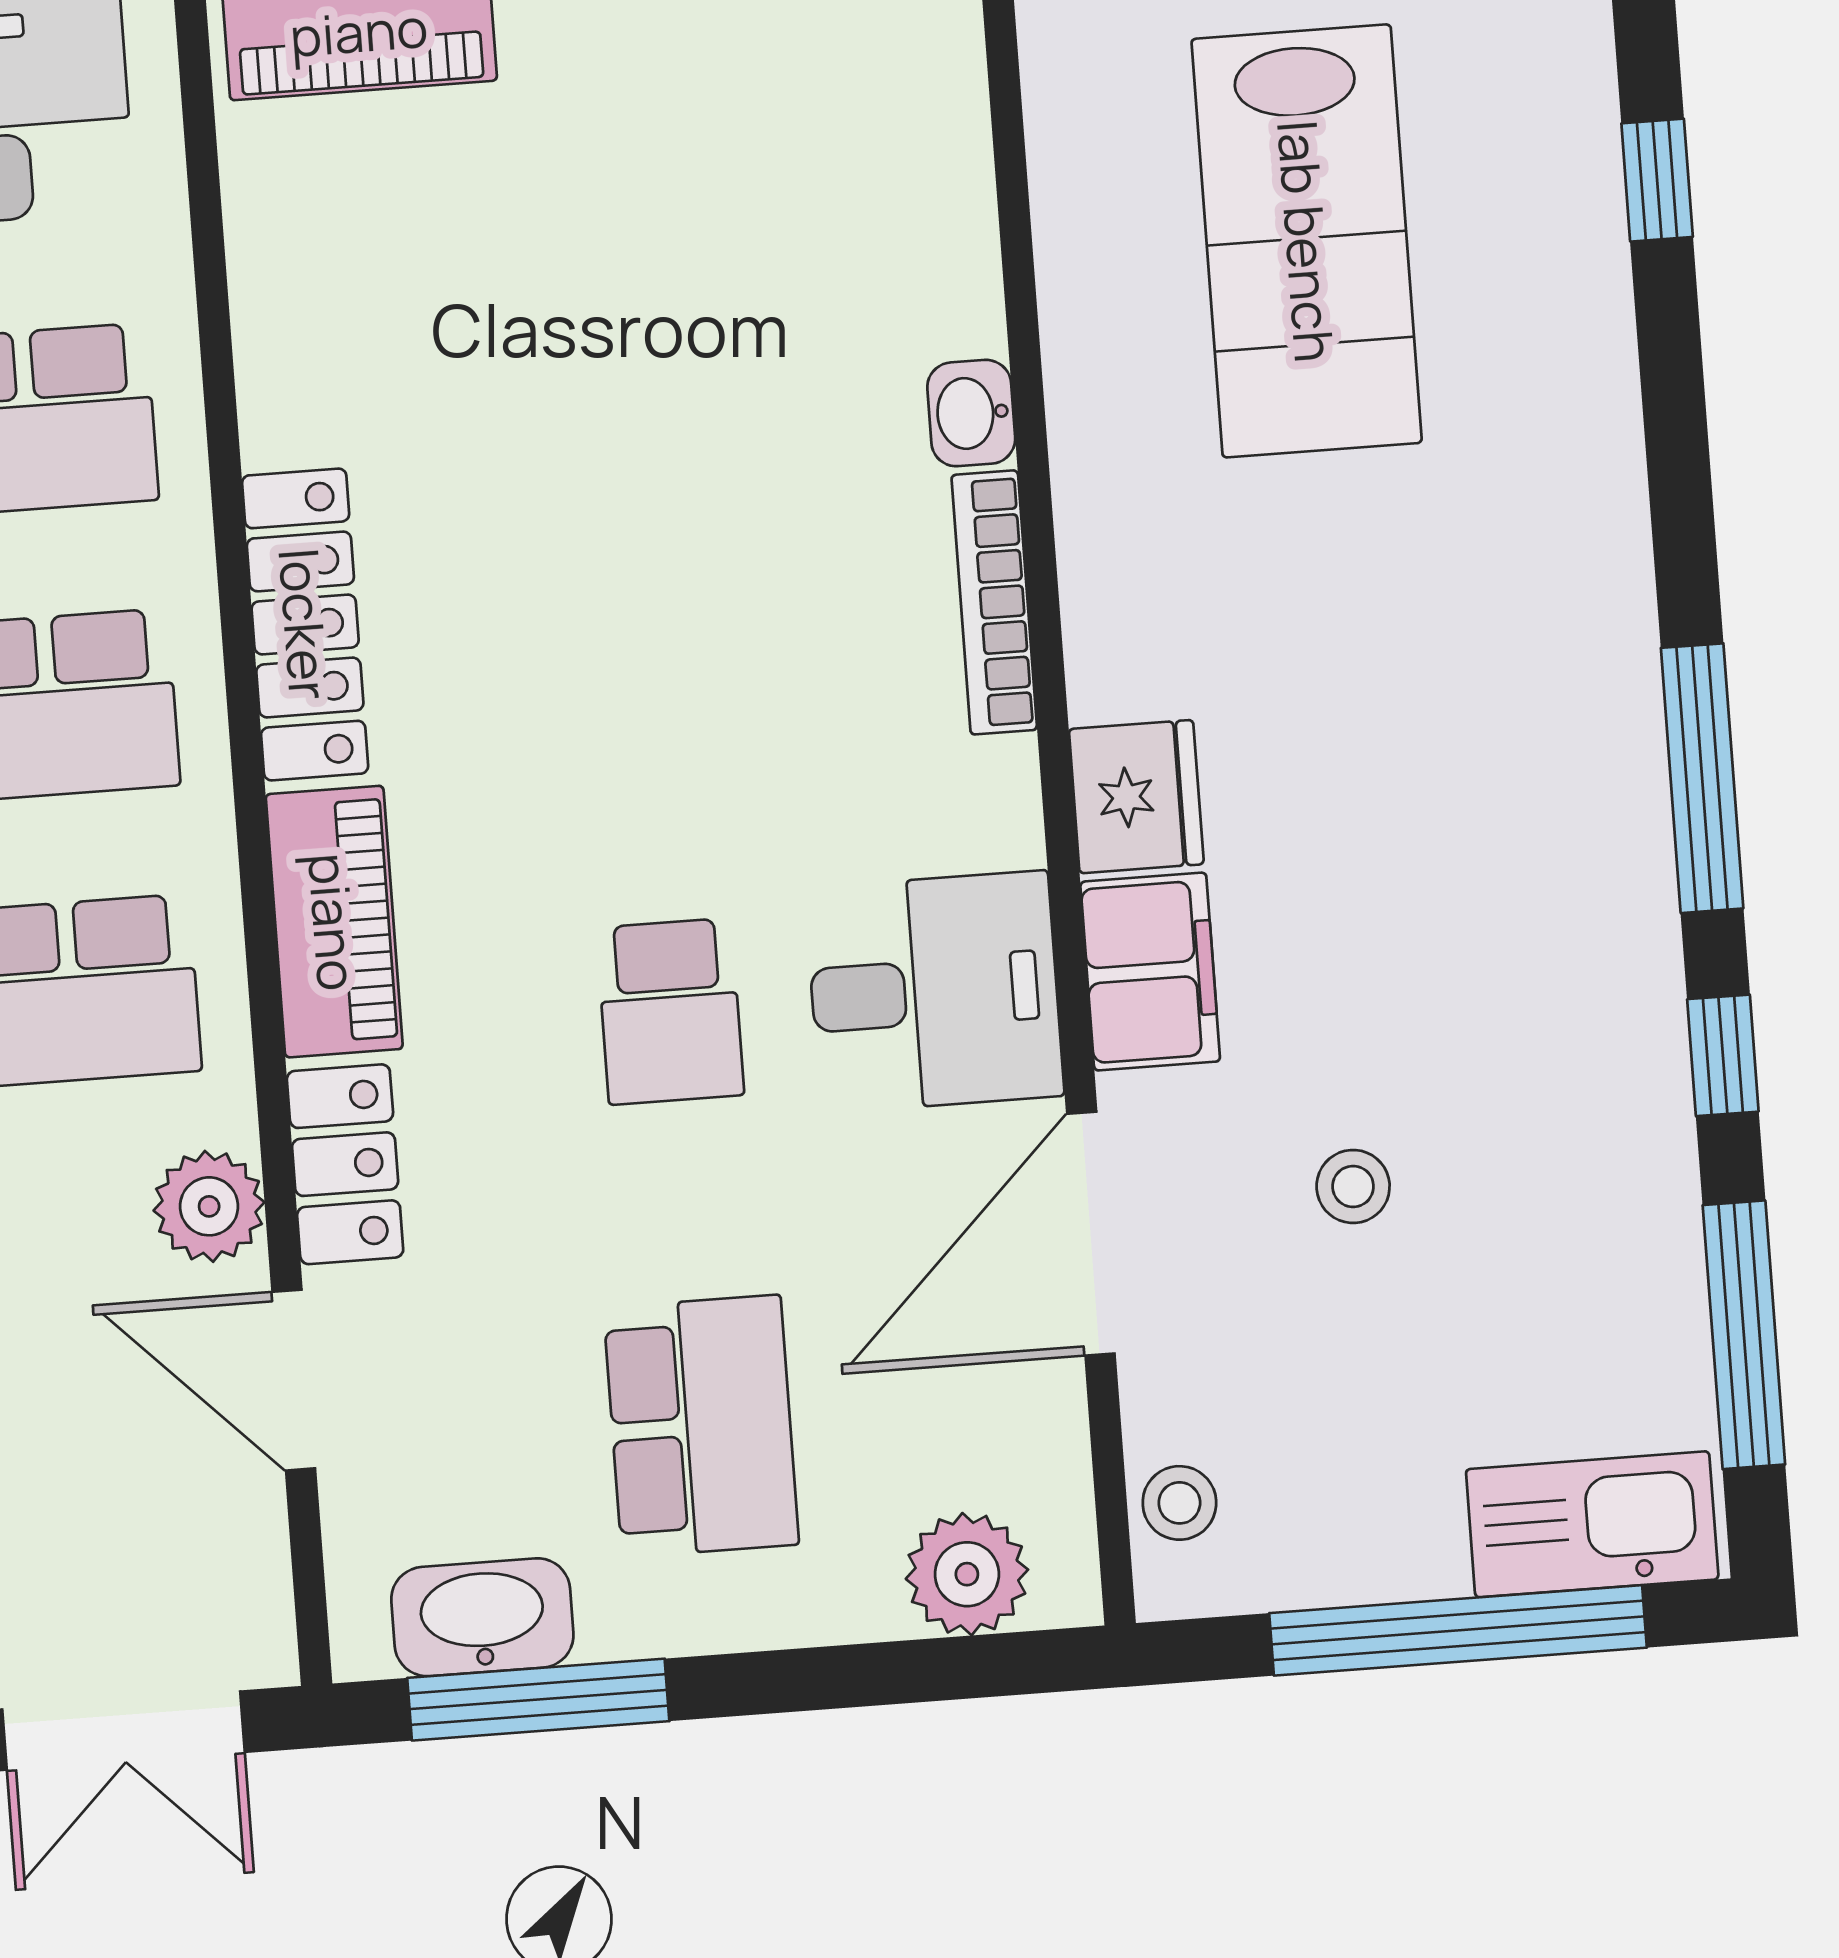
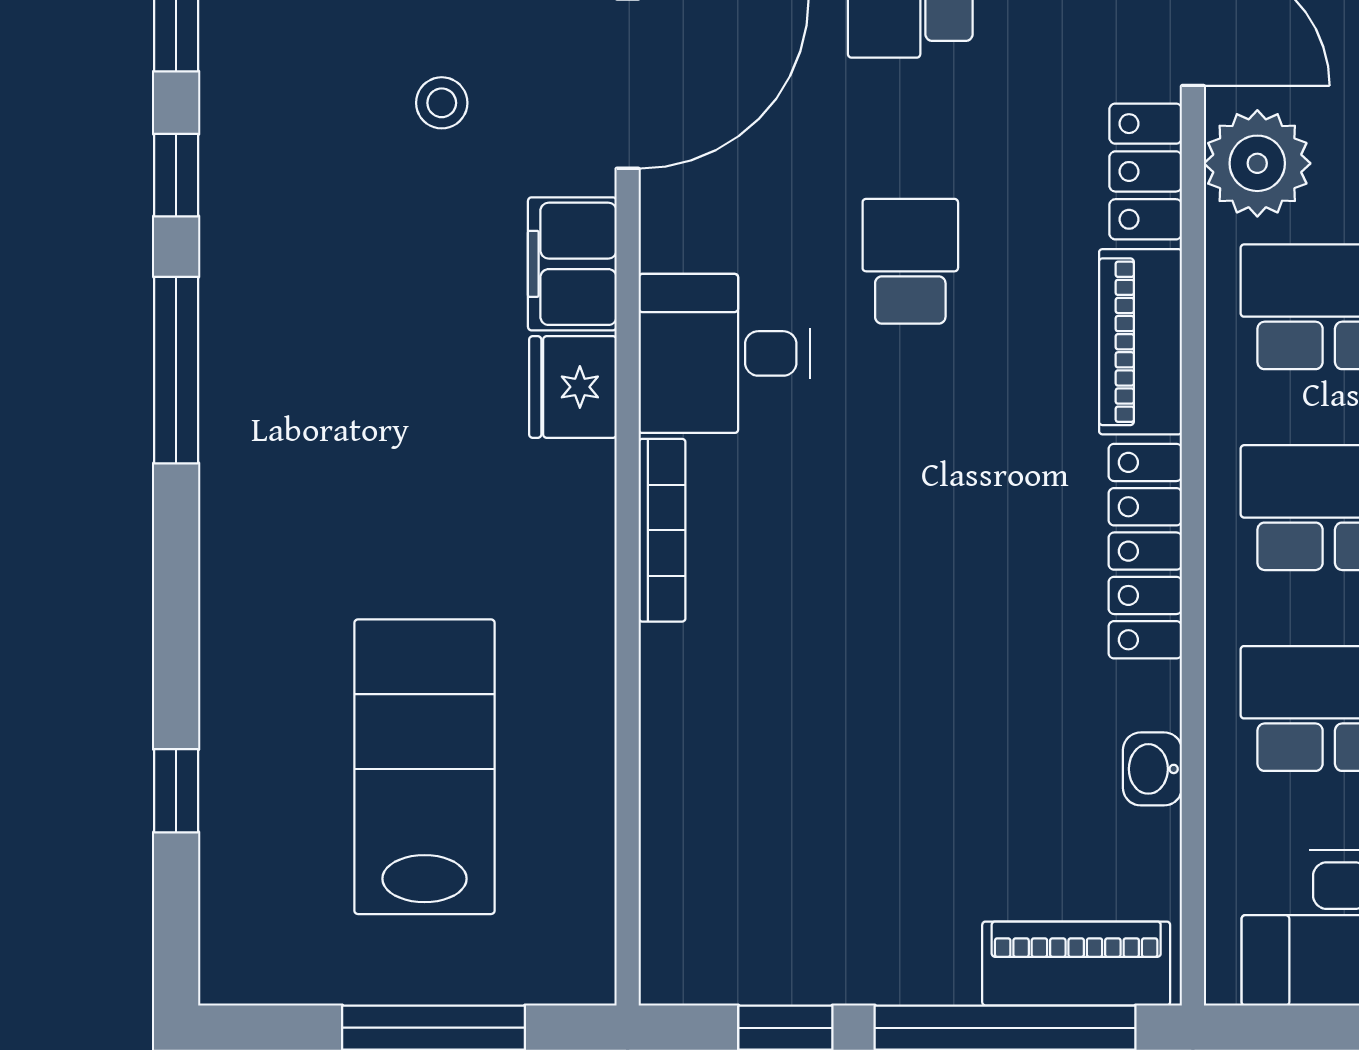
washbasin: (971, 413) -> (1152, 769), moved, turned 180
desk: (934, 992) -> (724, 353), moved
plant: (209, 1206) -> (1257, 163), width x1.36, depth x1.36

